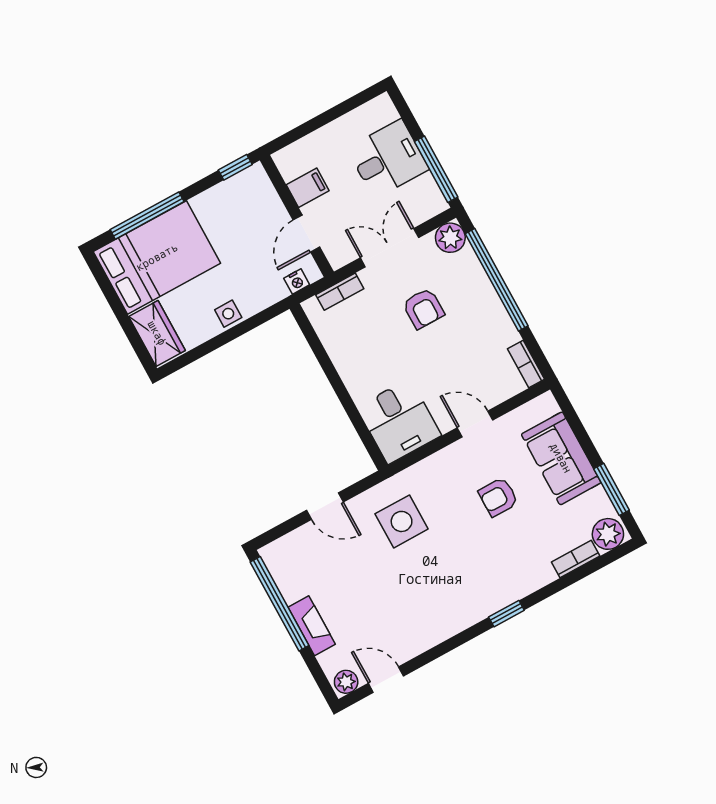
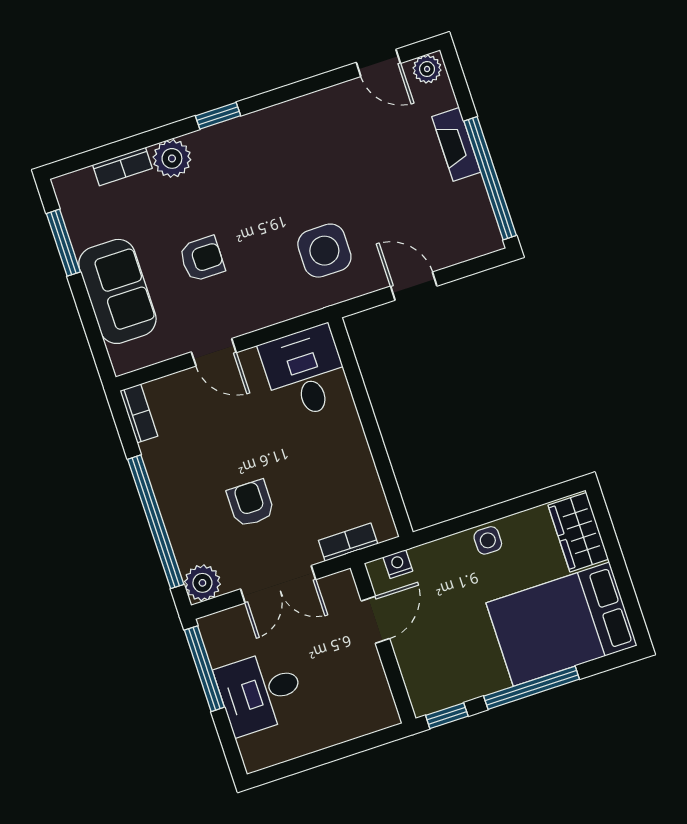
filing cabinet: (308, 188) -> (364, 675), removed
window: (147, 216) -> (532, 688), moved
plant: (608, 534) -> (172, 158), moved

